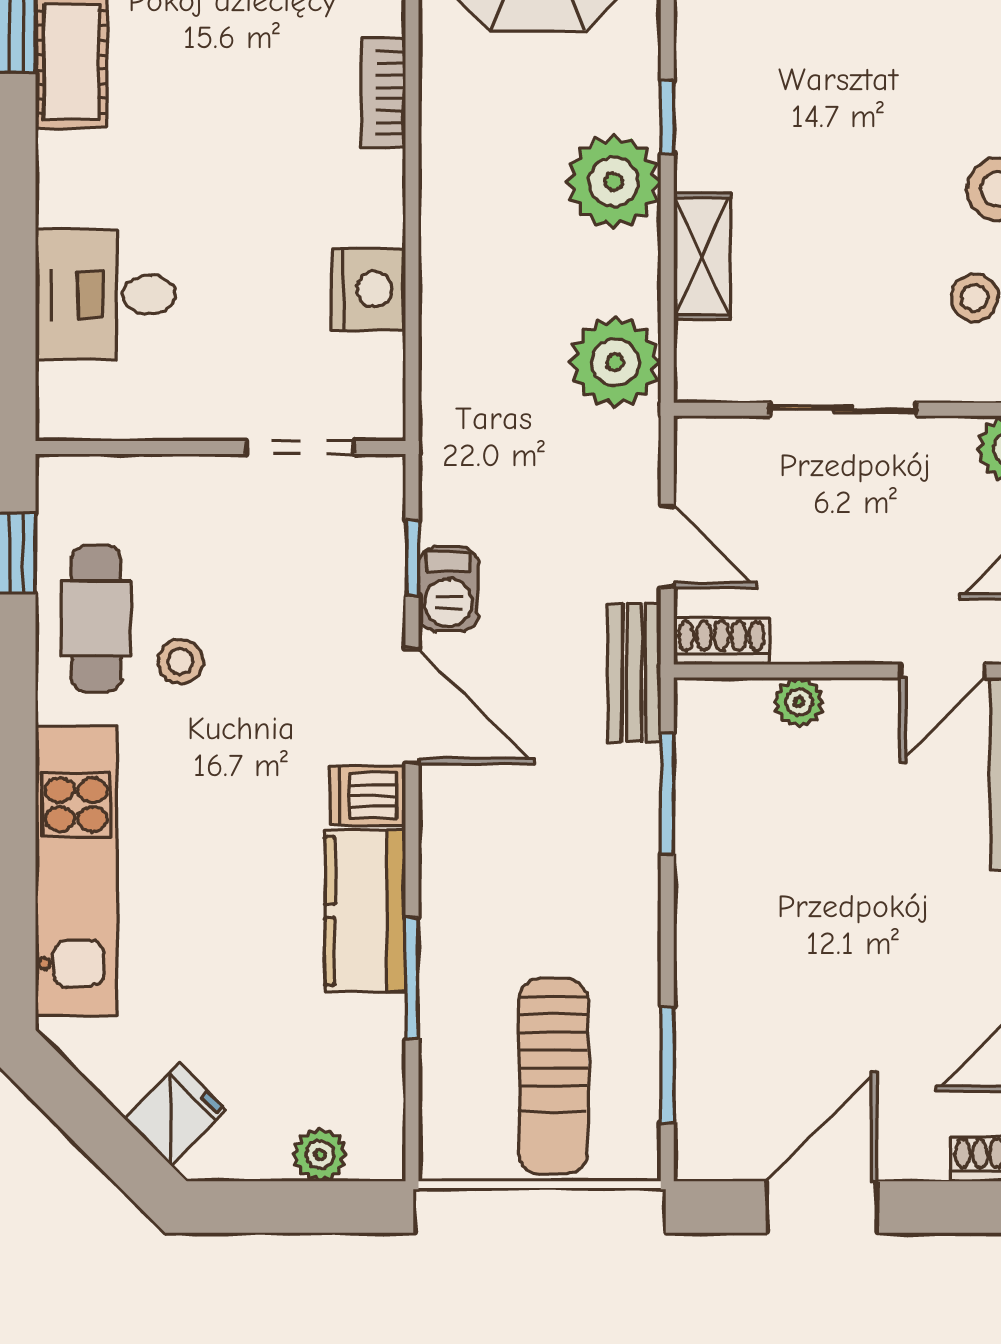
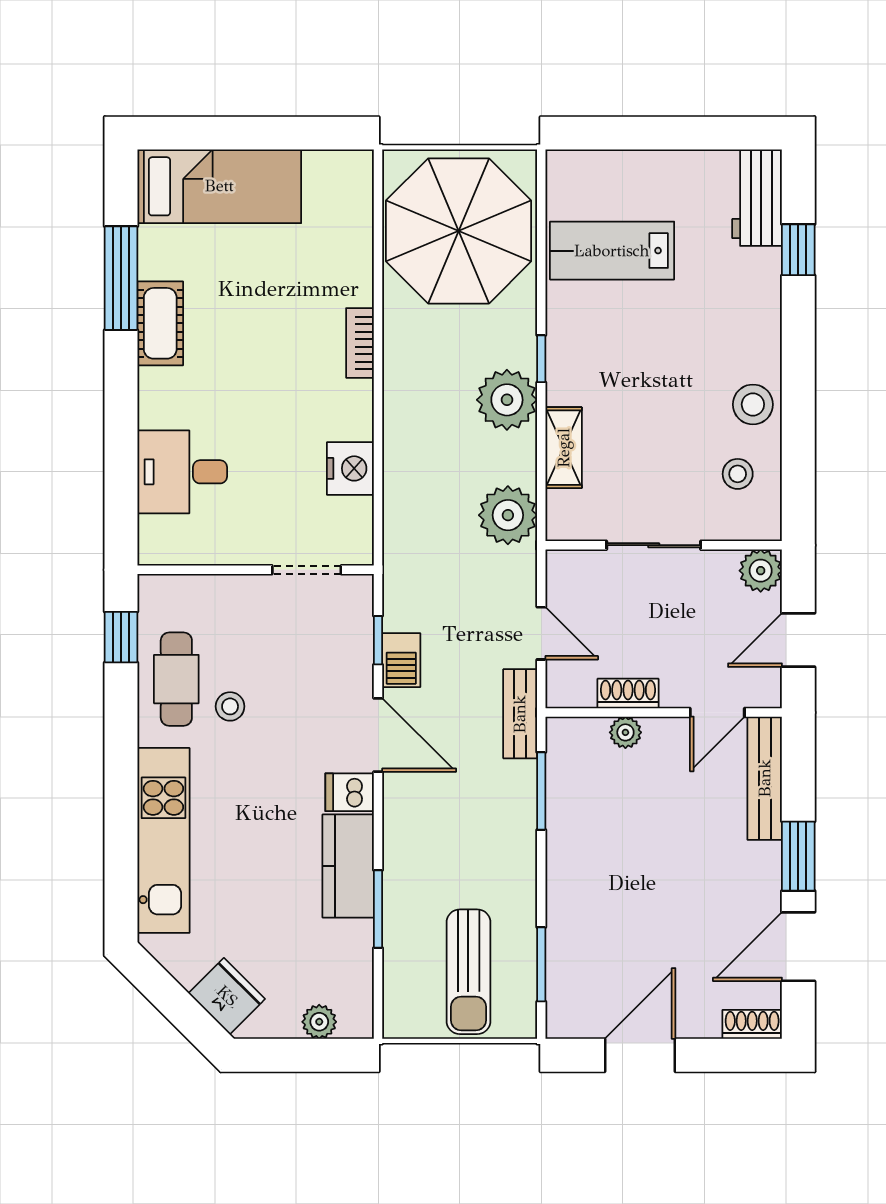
shoe rack: (721, 641) -> (628, 694), moved
fridge: (175, 1115) -> (227, 996), width x1.38

